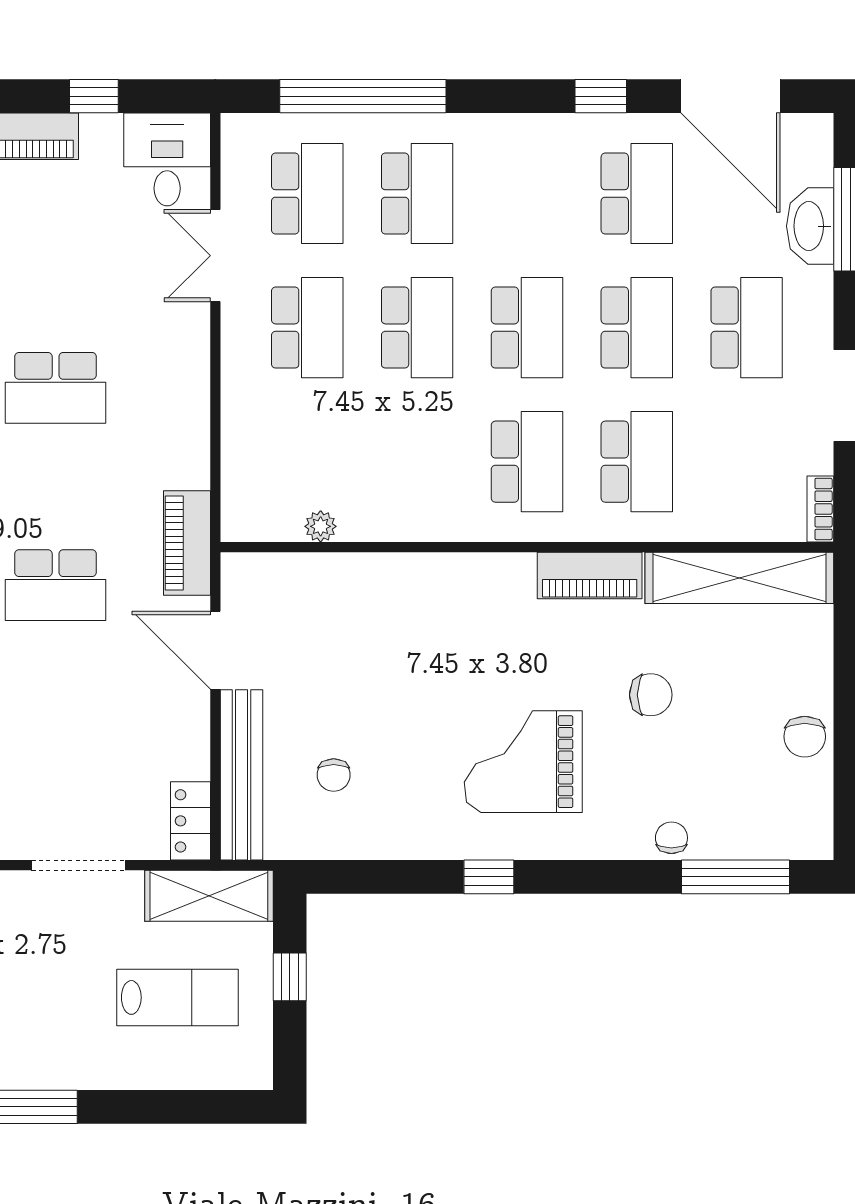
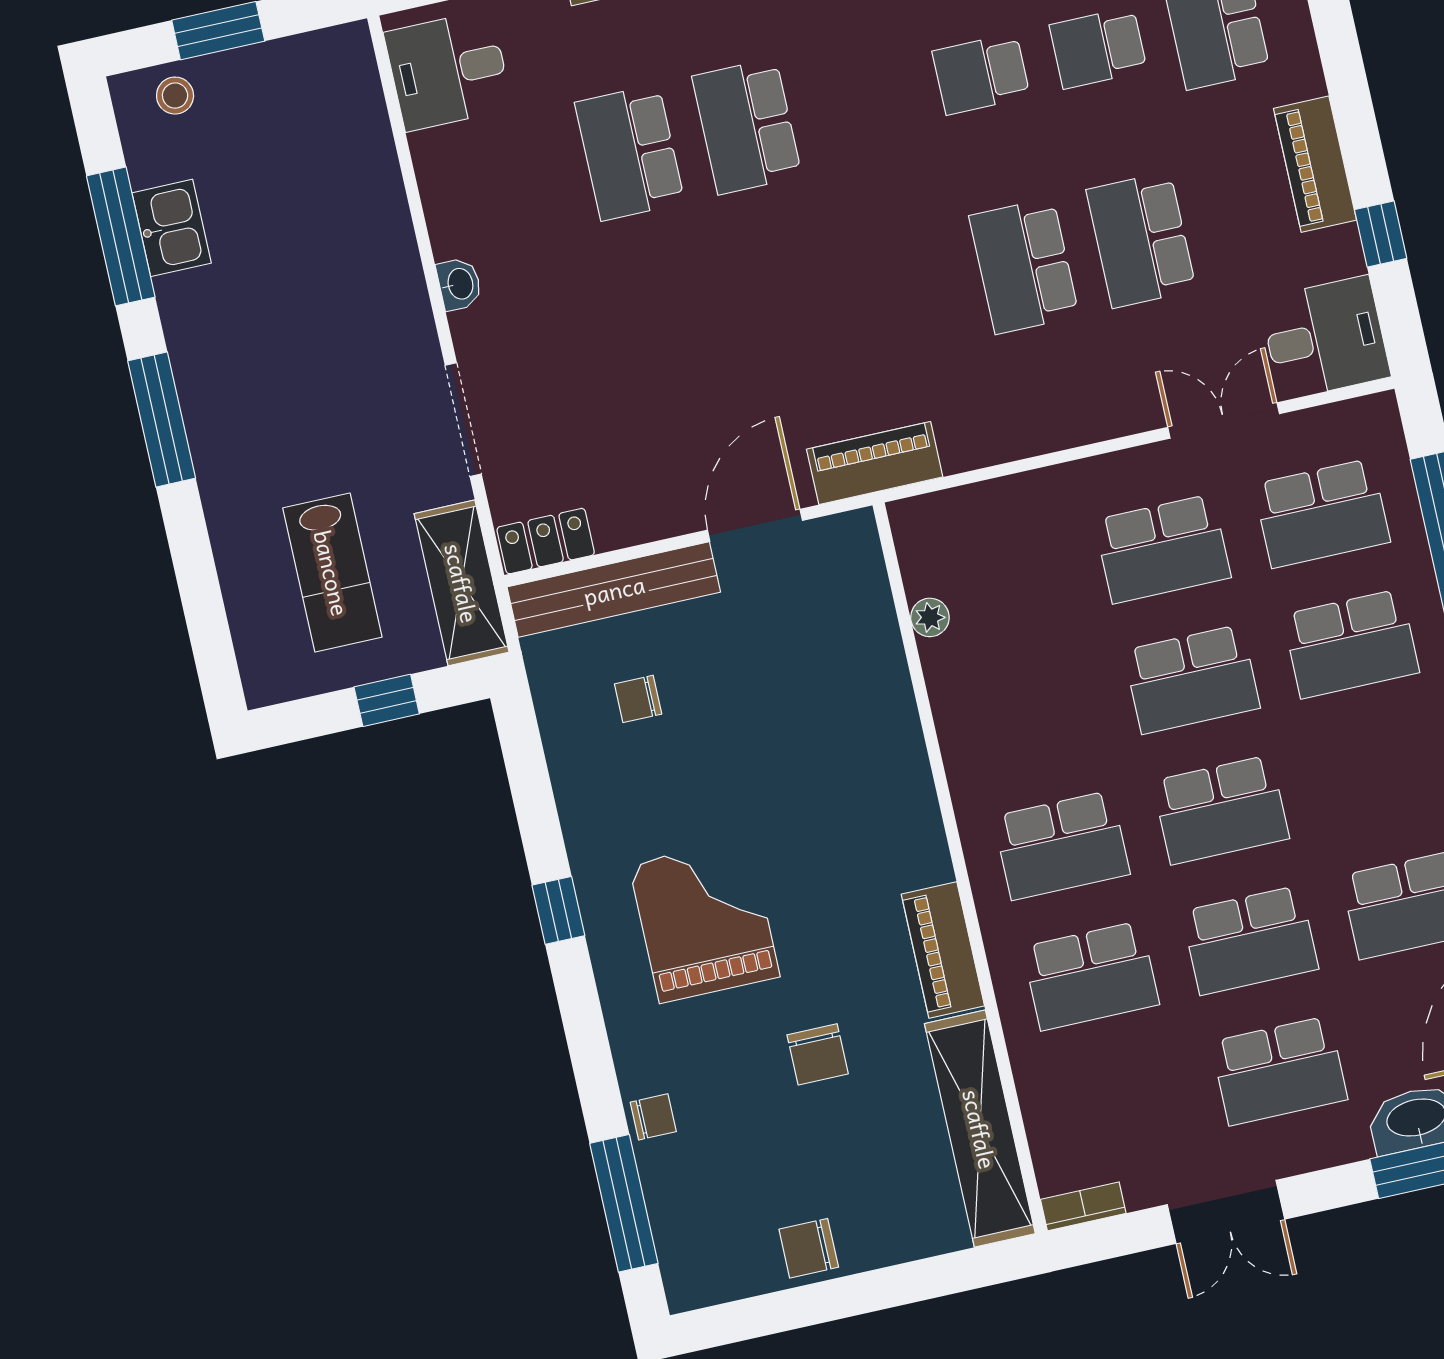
school desk: (56, 585) -> (1141, 240), moved

